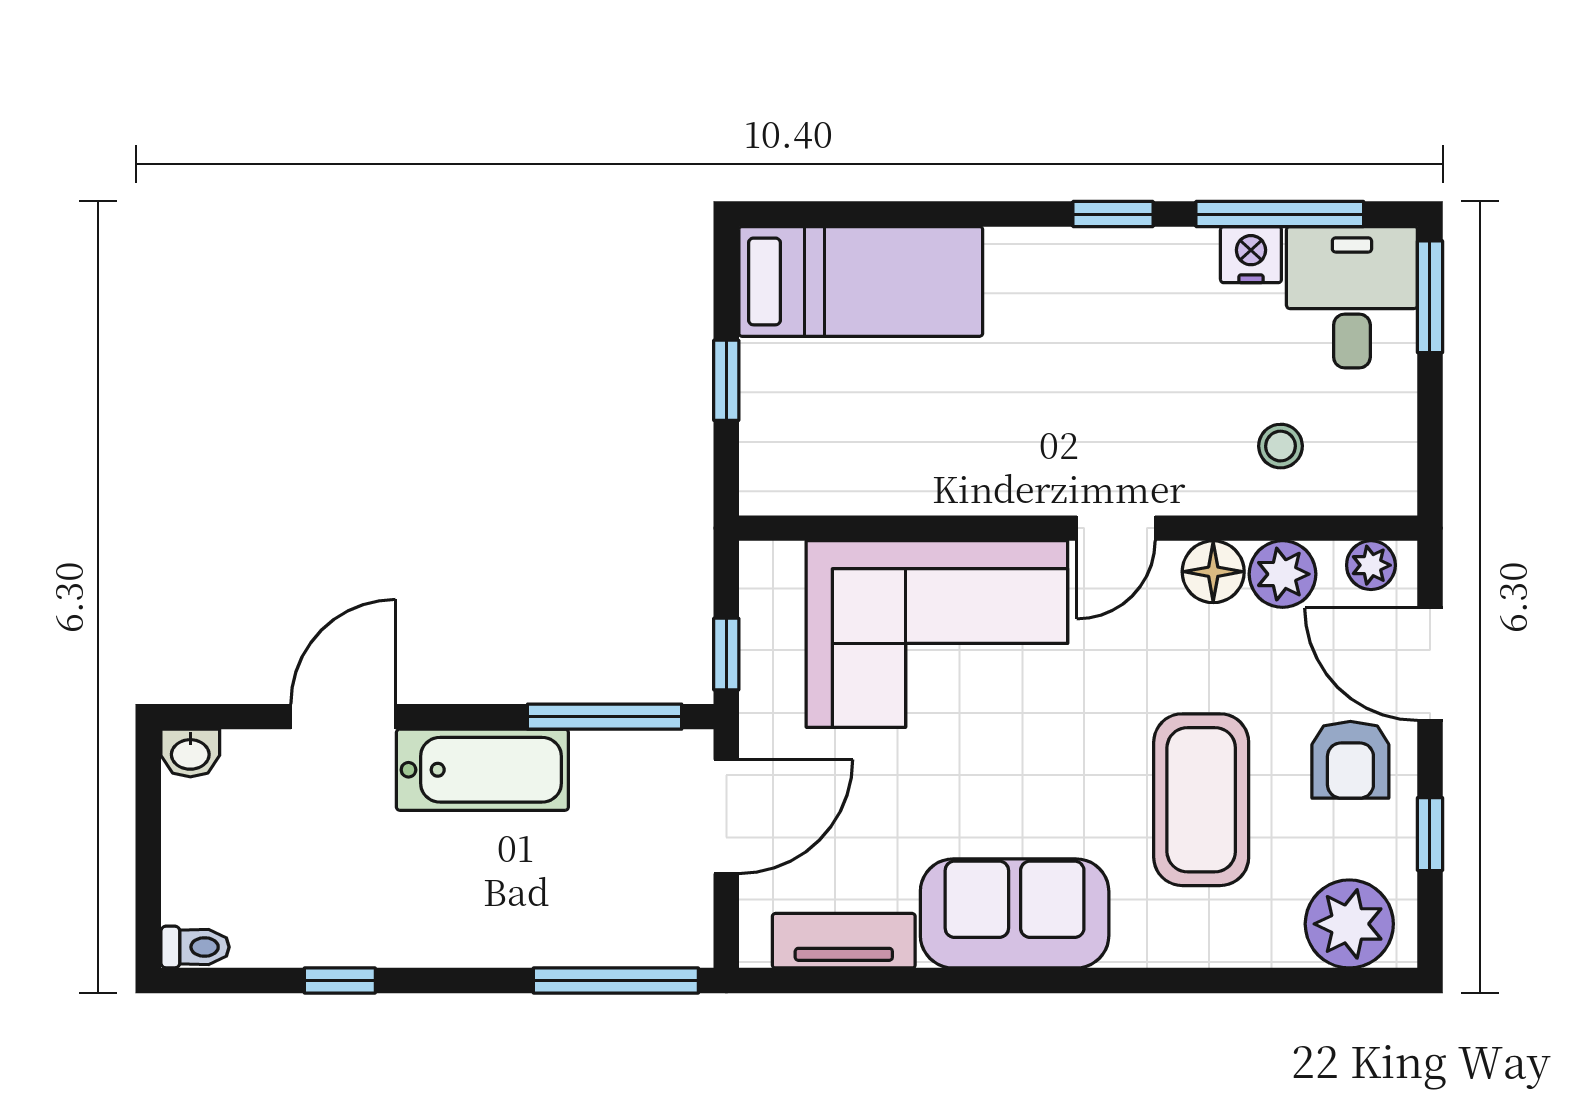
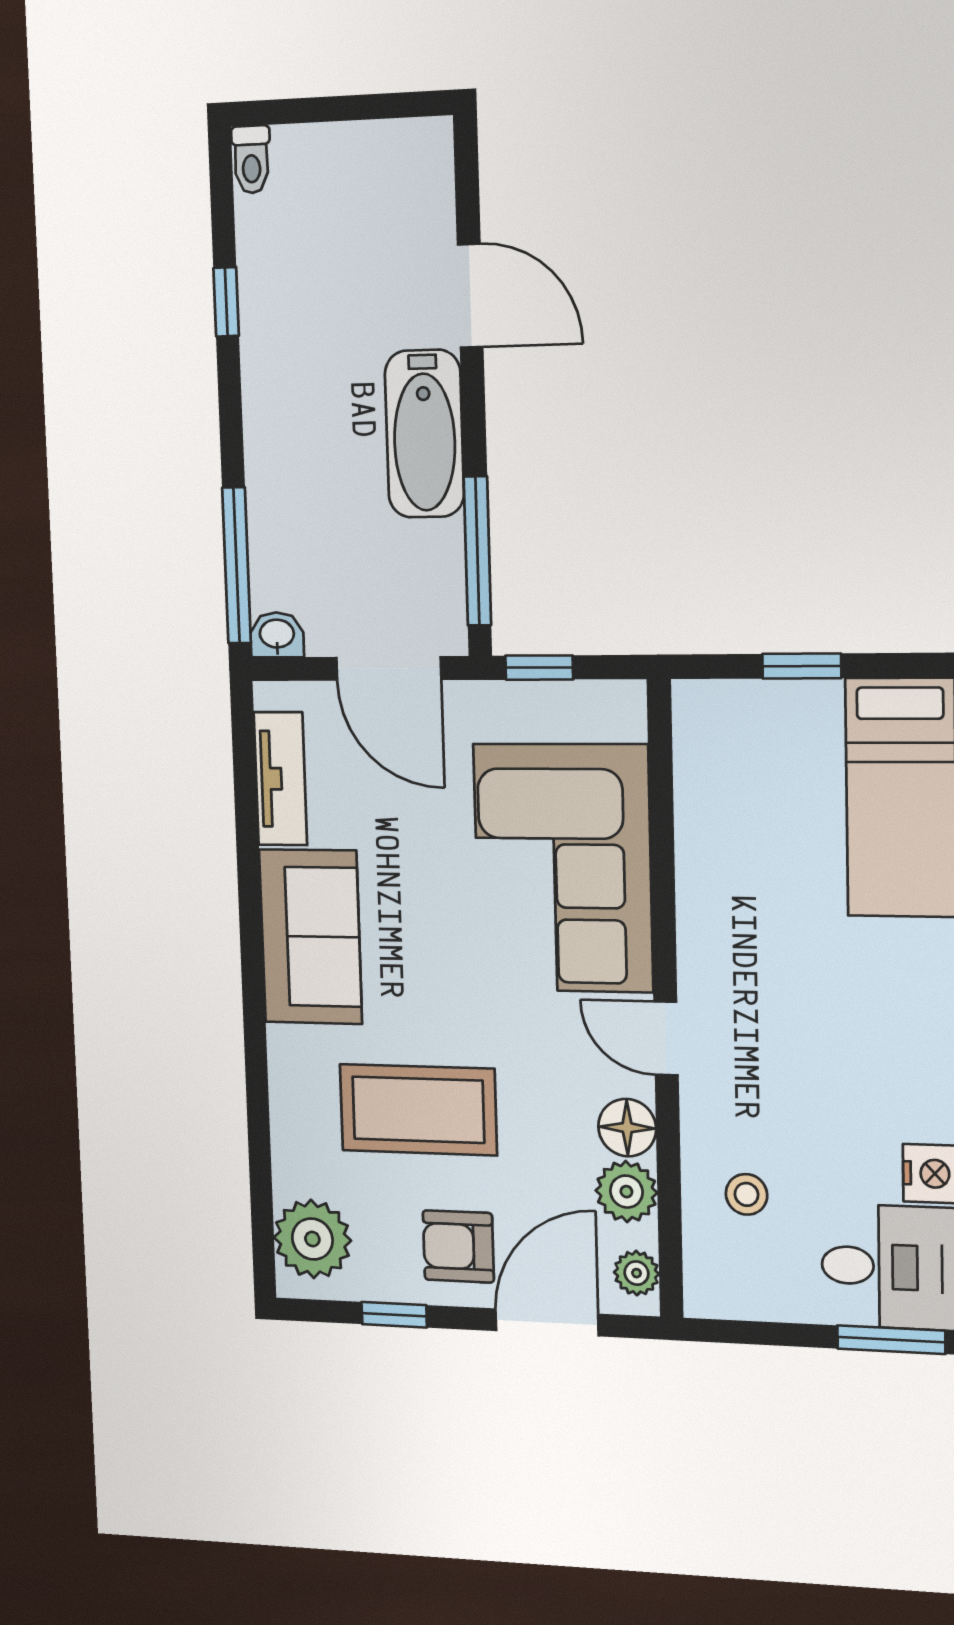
washbasin: (190, 753) -> (277, 635), moved, turned 90

